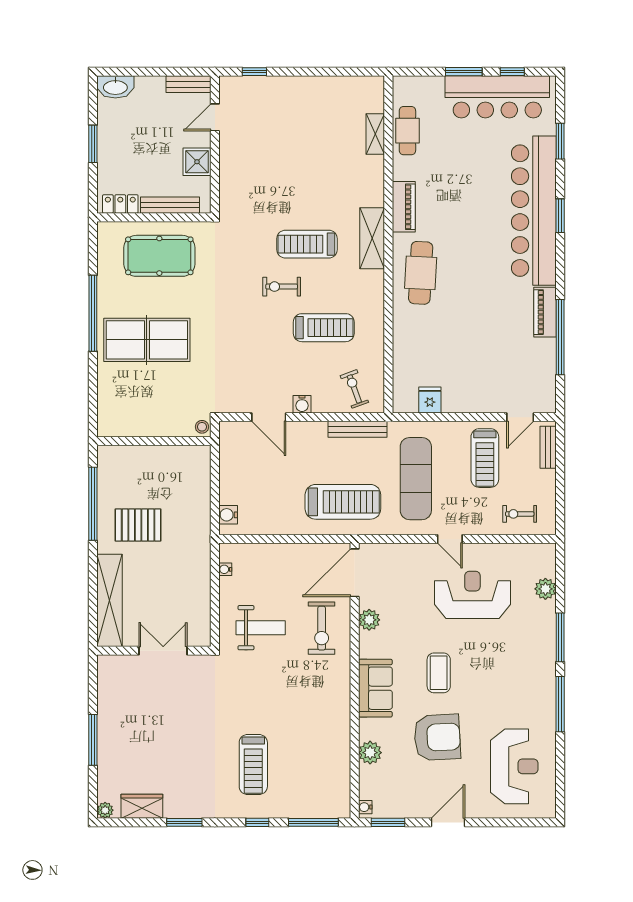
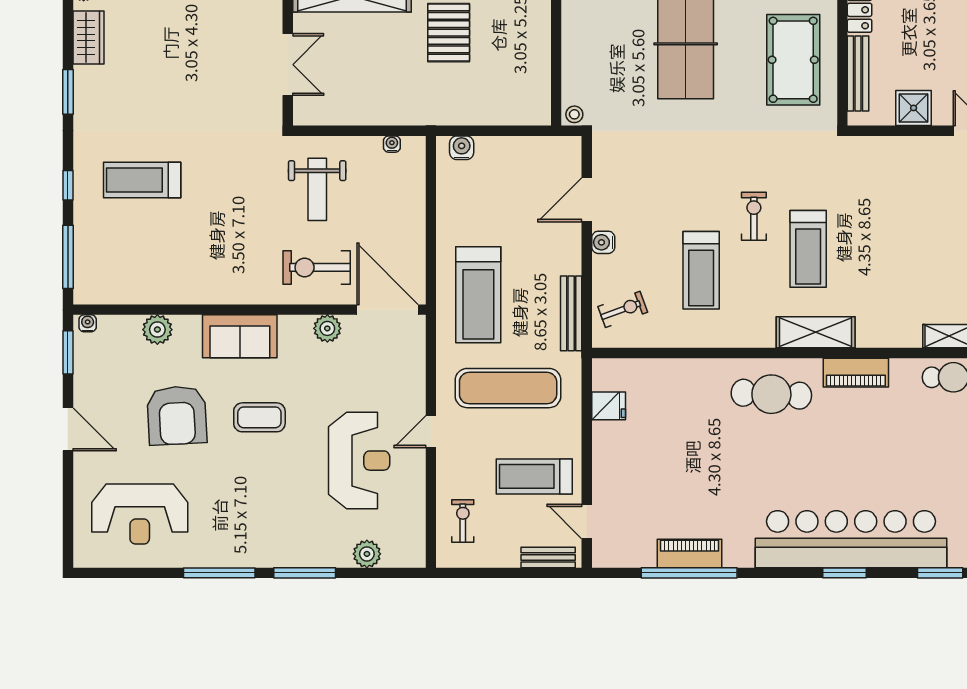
treadmill: (307, 244) -> (808, 249), turned 180
piano: (545, 312) -> (690, 553), moved

